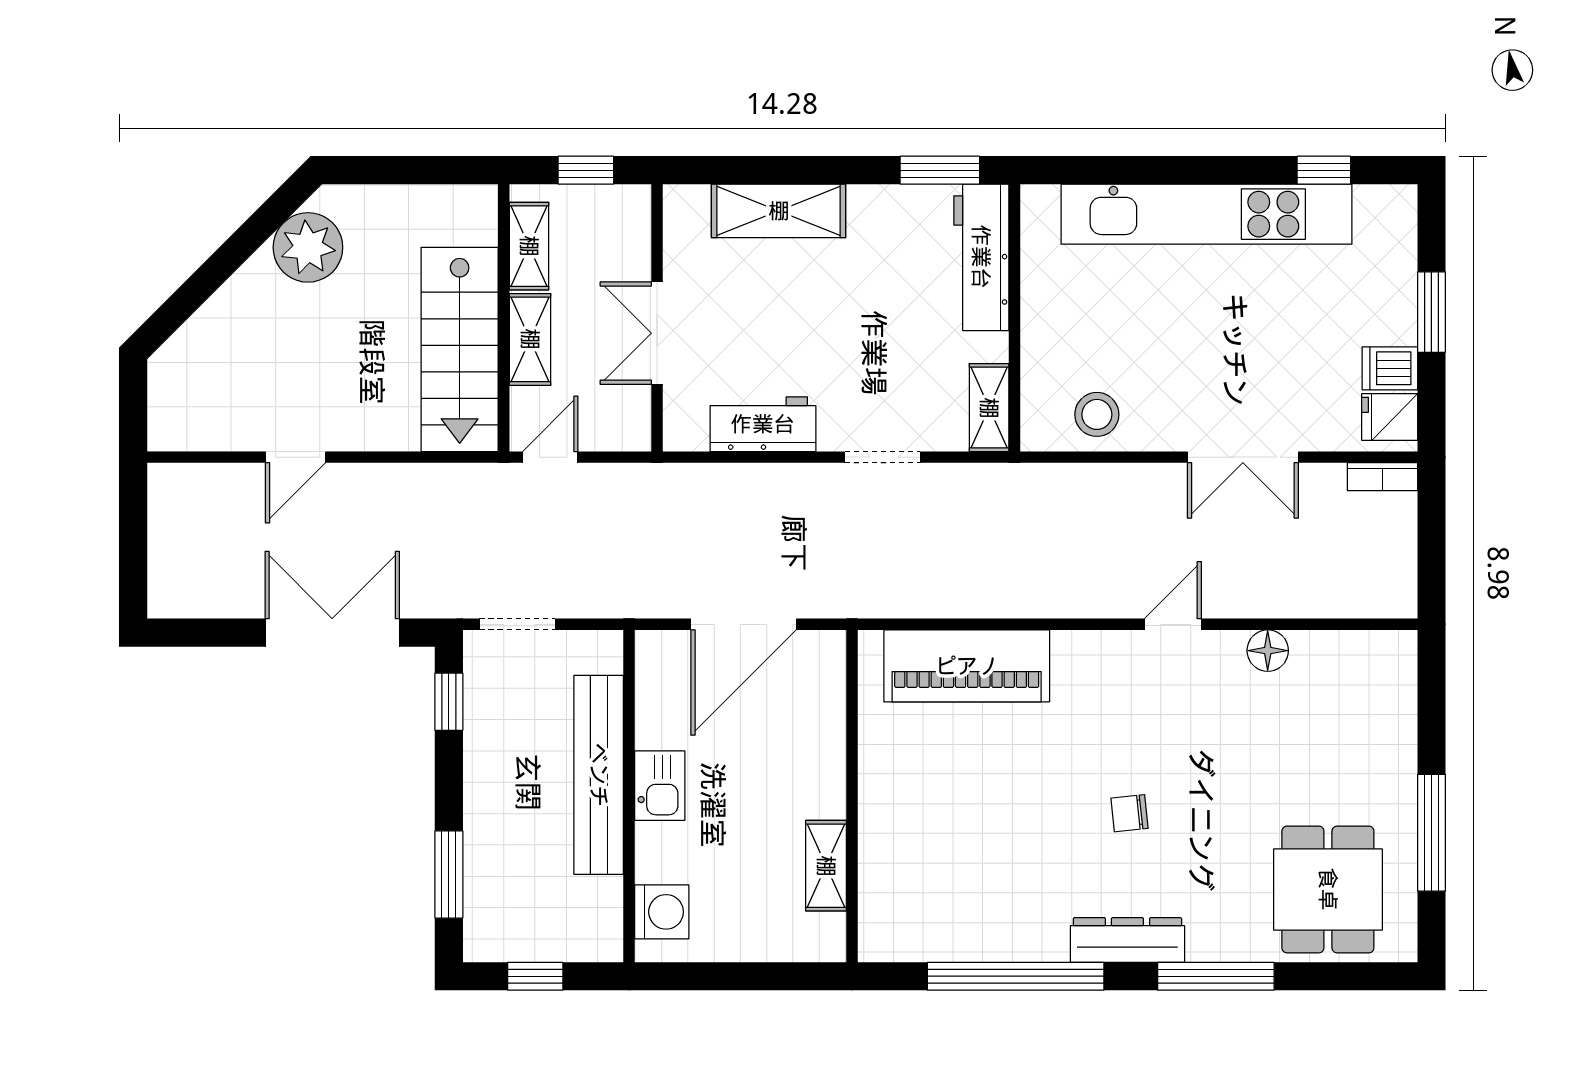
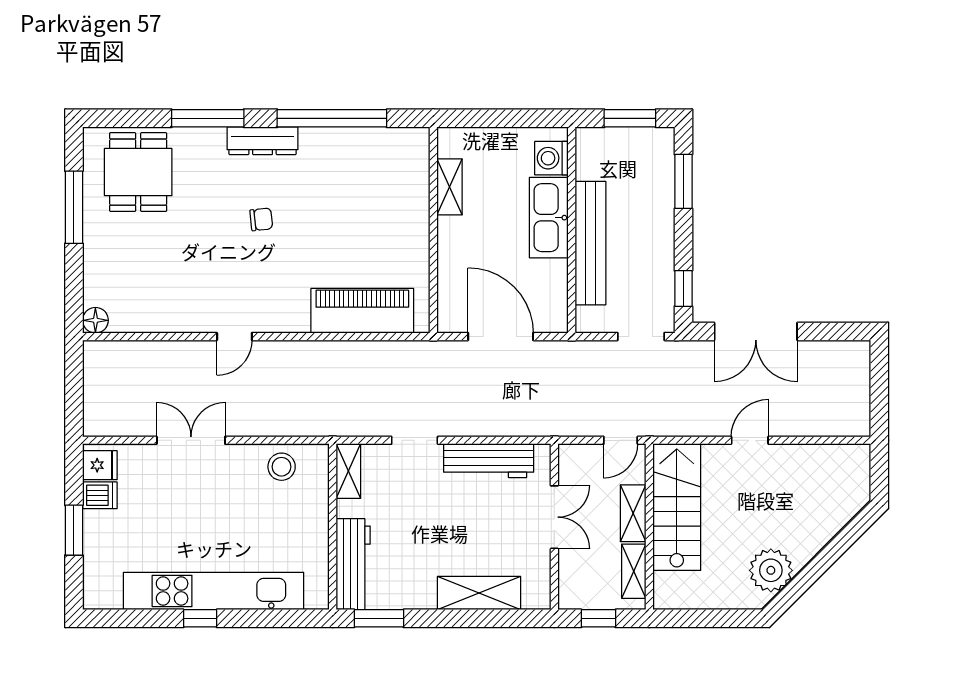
window: (1324, 170) -> (200, 618), moved
workbench: (763, 424) -> (489, 461), width x1.38
door: (296, 457) -> (750, 440), moved
bookcase: (1383, 477) -> (104, 428), removed
door: (744, 624) -> (501, 337), hinge flipped
floor lamp: (1268, 651) -> (95, 320), moved
kitchen sink: (660, 786) -> (549, 218), width x1.88, depth x1.24
window: (535, 976) -> (630, 118), width x1.50

